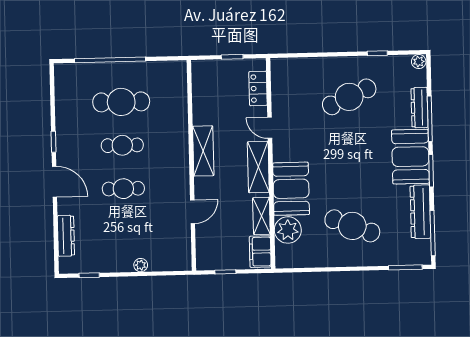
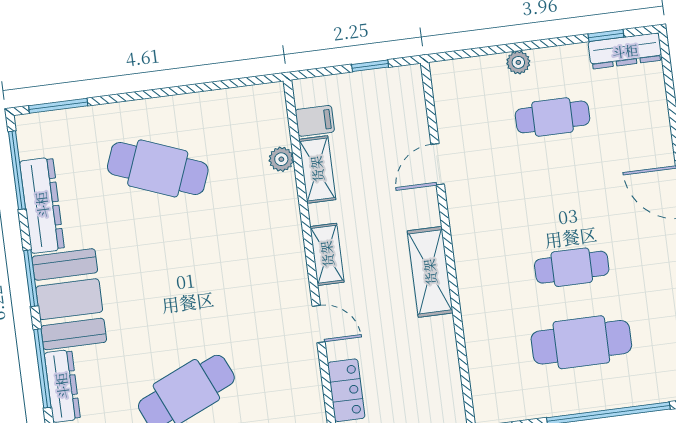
shelving: (258, 167) -> (327, 254), width x0.67, depth x0.75
cafe table: (123, 189) -> (552, 117), moved
booth: (291, 189) -> (271, 222), removed
plant: (288, 230) -> (281, 159), width x0.53, depth x0.53
dresser: (66, 236) -> (625, 51), moved, turned -90
filing cabinet: (260, 252) -> (315, 121), width x0.50

